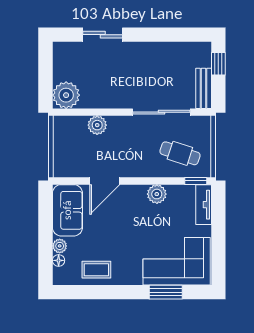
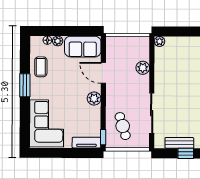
bench: (204, 88) -> (179, 143), moved
plant: (66, 95) -> (160, 41), width x0.53, depth x0.53
cafe table: (180, 153) -> (123, 126), turned -35
plant: (157, 194) -> (94, 99), moved
window: (166, 292) -> (25, 85), moved

